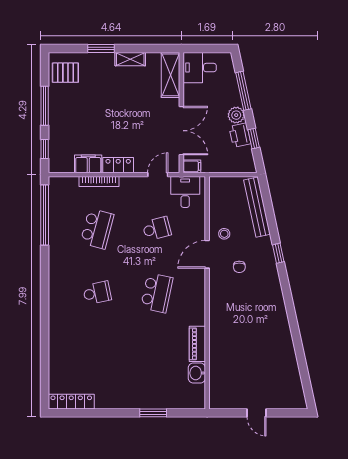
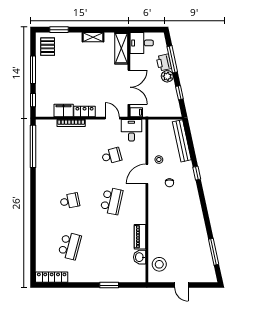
window: (101, 48) -> (59, 30), moved
pallet: (65, 73) -> (48, 47), turned 90
printer: (240, 135) -> (164, 62), moved
door: (158, 175) -> (112, 118), hinge flipped
school desk: (97, 229) -> (70, 246), moved
window: (302, 365) -> (214, 252), added
stool: (225, 383) -> (159, 264), added

